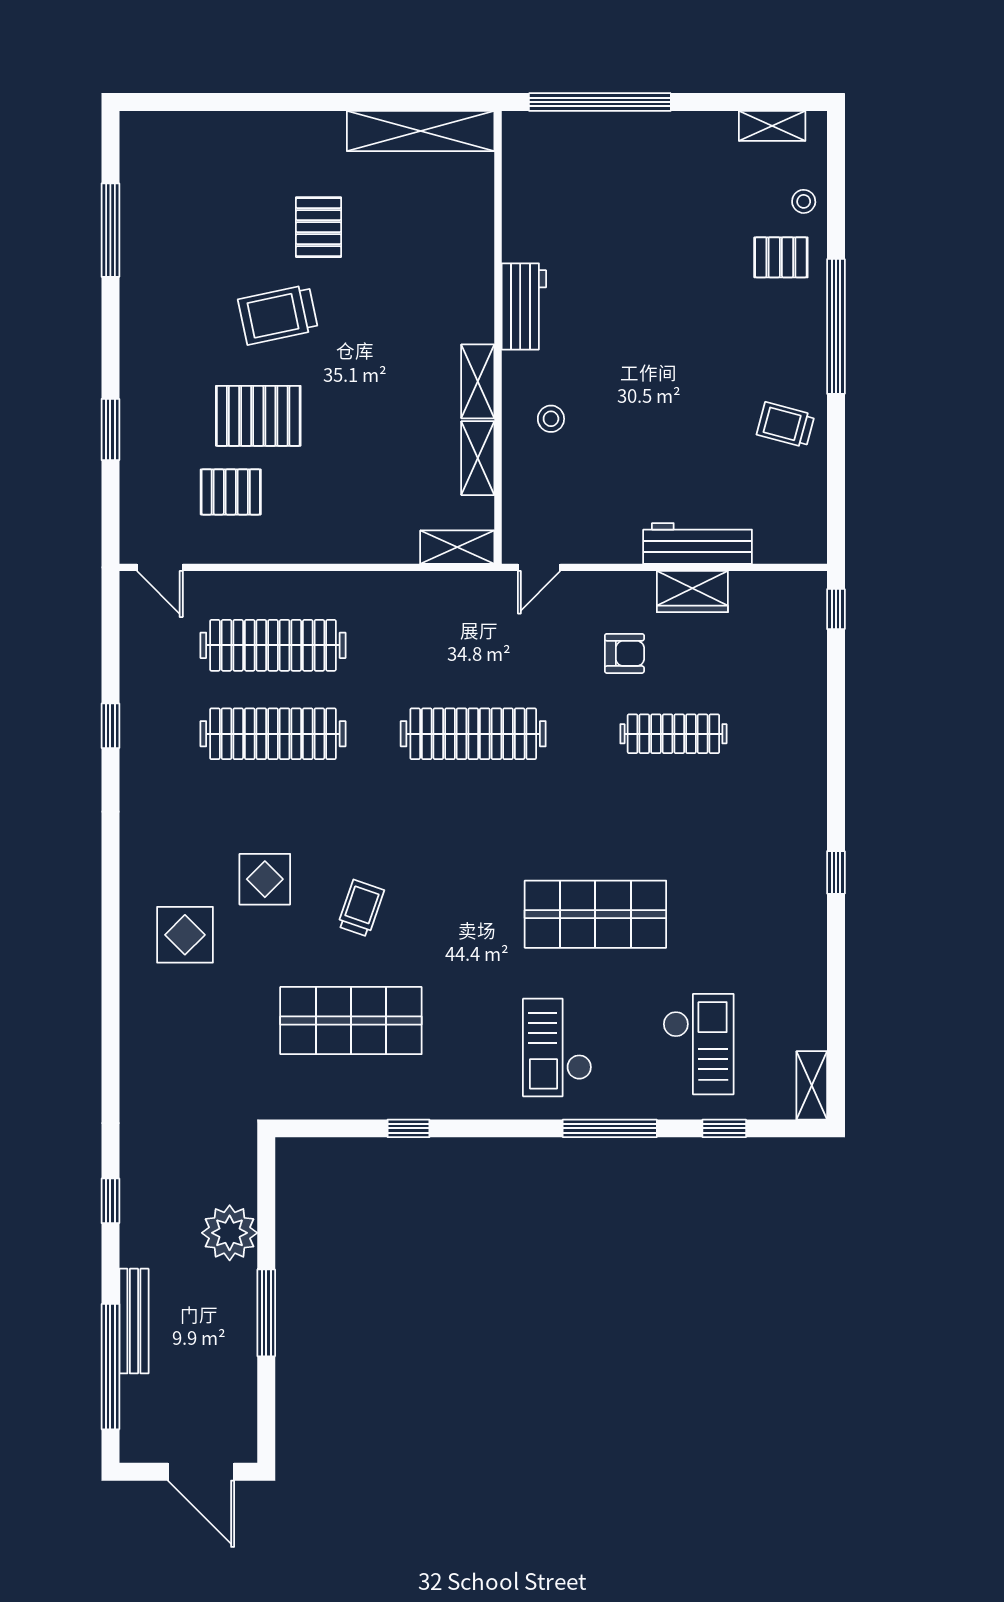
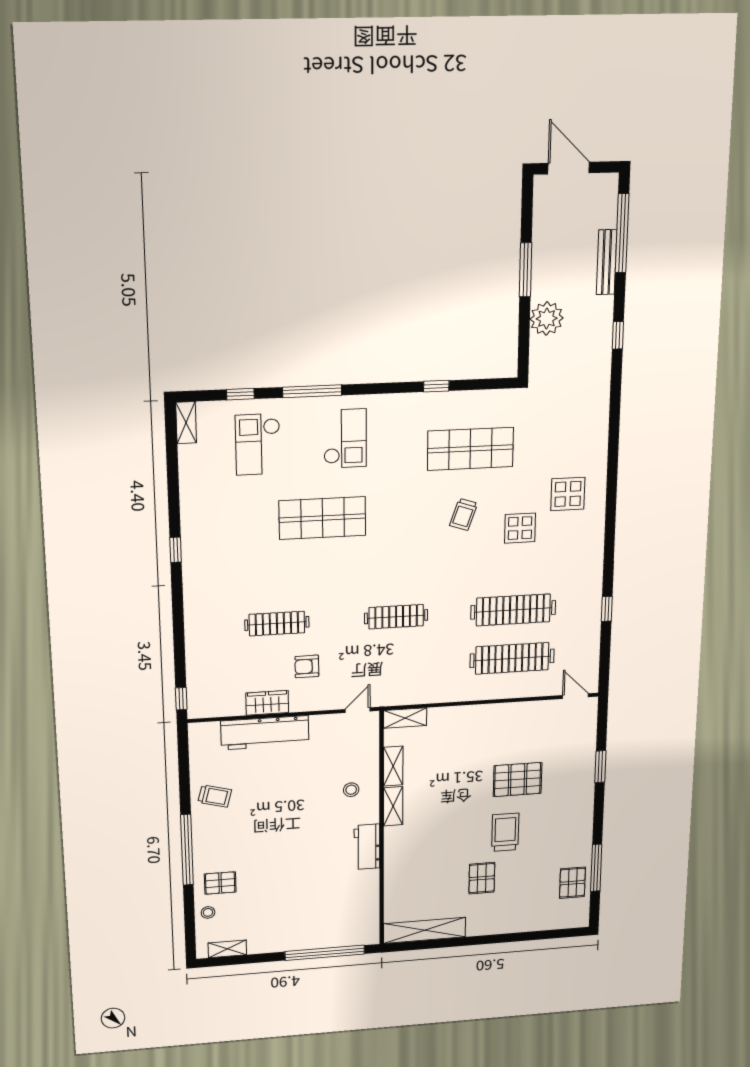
trolley: (278, 315) -> (505, 832), turned -78
pallet: (231, 492) -> (572, 883), moved, turned 90
workbench: (698, 543) -> (265, 733), width x1.36, depth x1.32
clothes rail: (473, 734) -> (396, 617), width x0.73, depth x0.76

